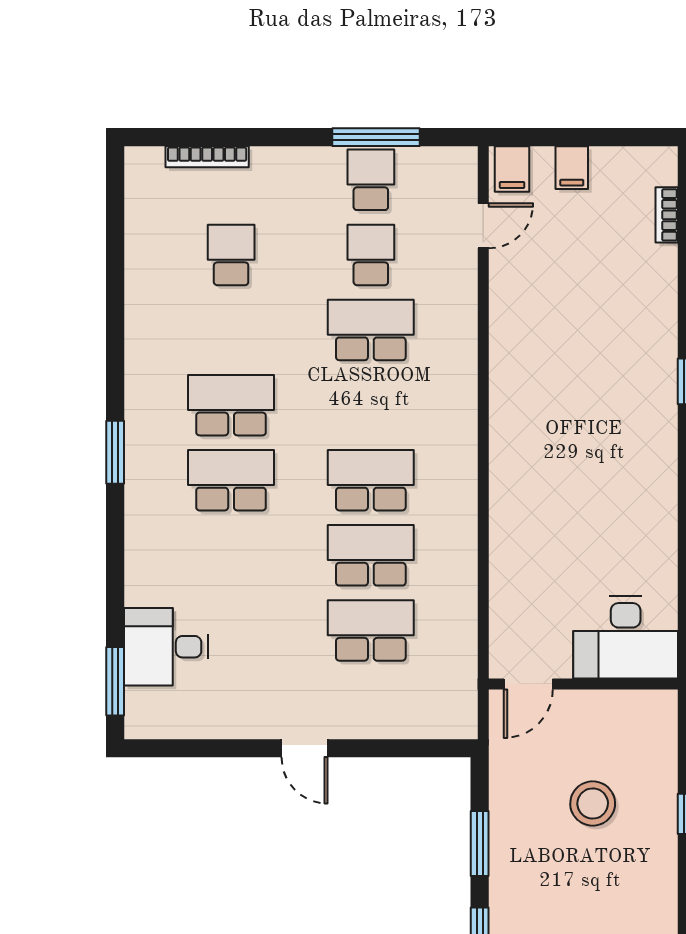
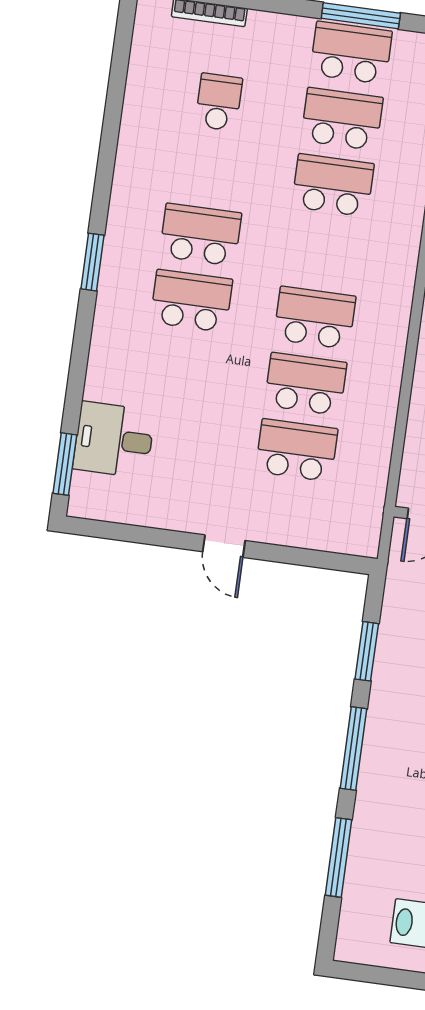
school desk: (371, 180) -> (351, 53), width x1.85
school desk: (371, 255) -> (342, 119), width x1.85

